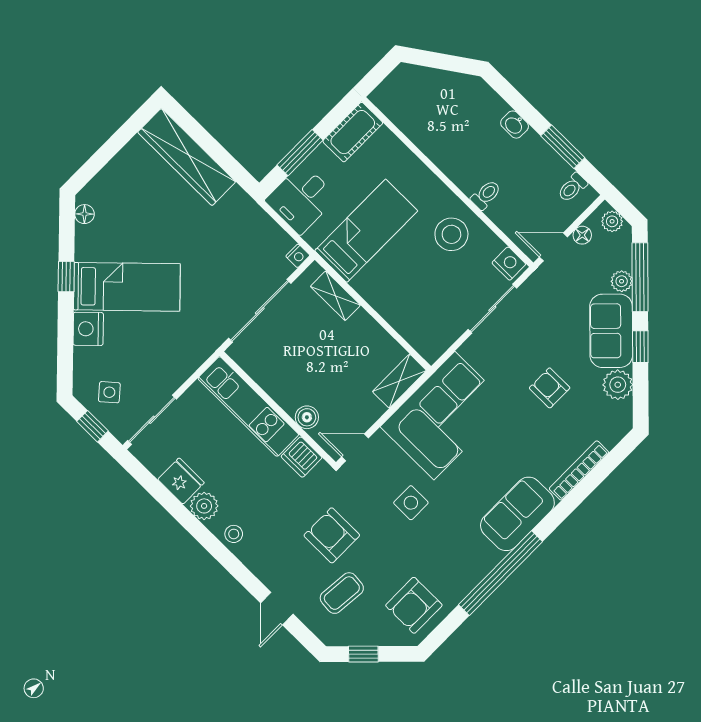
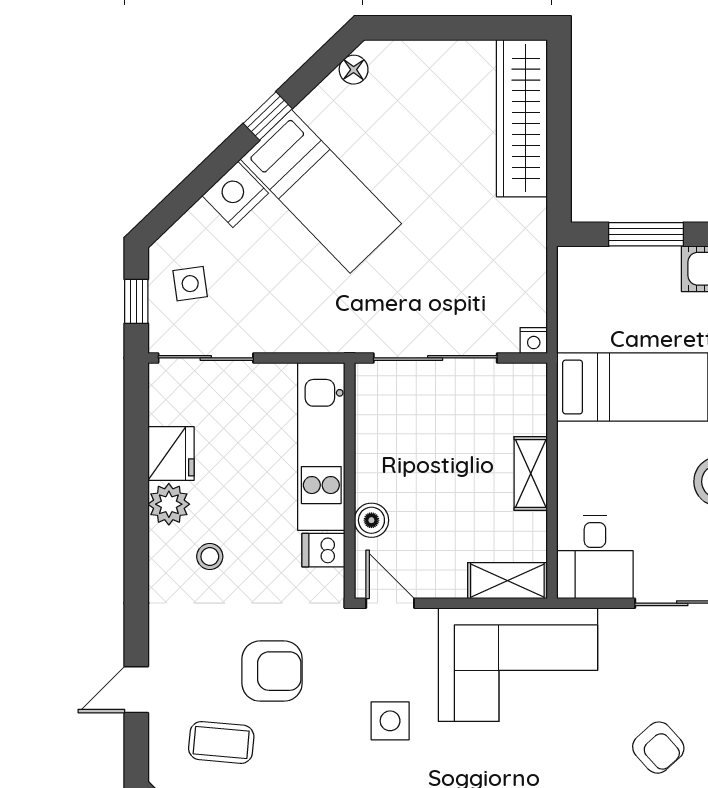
desk: (301, 199) -> (595, 557), moved, turned -90
shelving: (335, 296) -> (531, 473), moved
armchair: (550, 388) -> (658, 748), turned 138
side table: (109, 392) -> (190, 284), turned 33
dishwasher: (302, 457) -> (323, 550), width x0.73
stool: (234, 534) -> (210, 557), moved
armchair: (332, 535) -> (272, 671), turned 90

